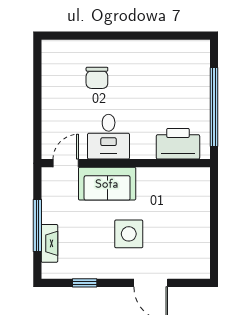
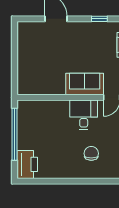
printer: (178, 144) -> (27, 164), moved, turned -90
side table: (129, 234) -> (70, 51), removed

